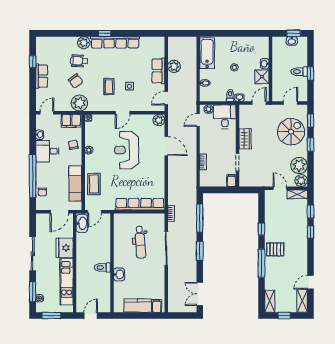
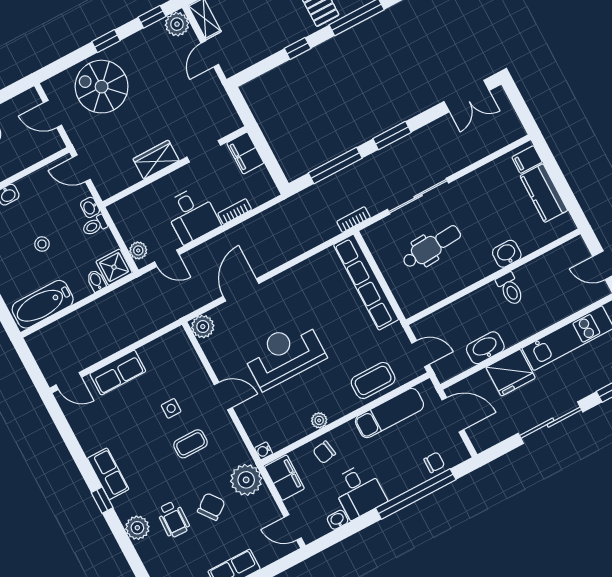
row of seats: (115, 42) -> (108, 474), width x0.50
plant: (174, 66) -> (96, 349), removed
shower: (262, 77) -> (114, 267), moved
door: (166, 98) -> (69, 381), moved
desk: (225, 117) -> (192, 215), moved, turned -90
window: (310, 120) -> (152, 17), moved
reception desk: (127, 150) -> (284, 355), turned 180
plant: (299, 165) -> (153, 42), removed
filing cabinet: (231, 181) -> (245, 153), width x2.00
washbasin: (82, 223) -> (485, 348), moved

